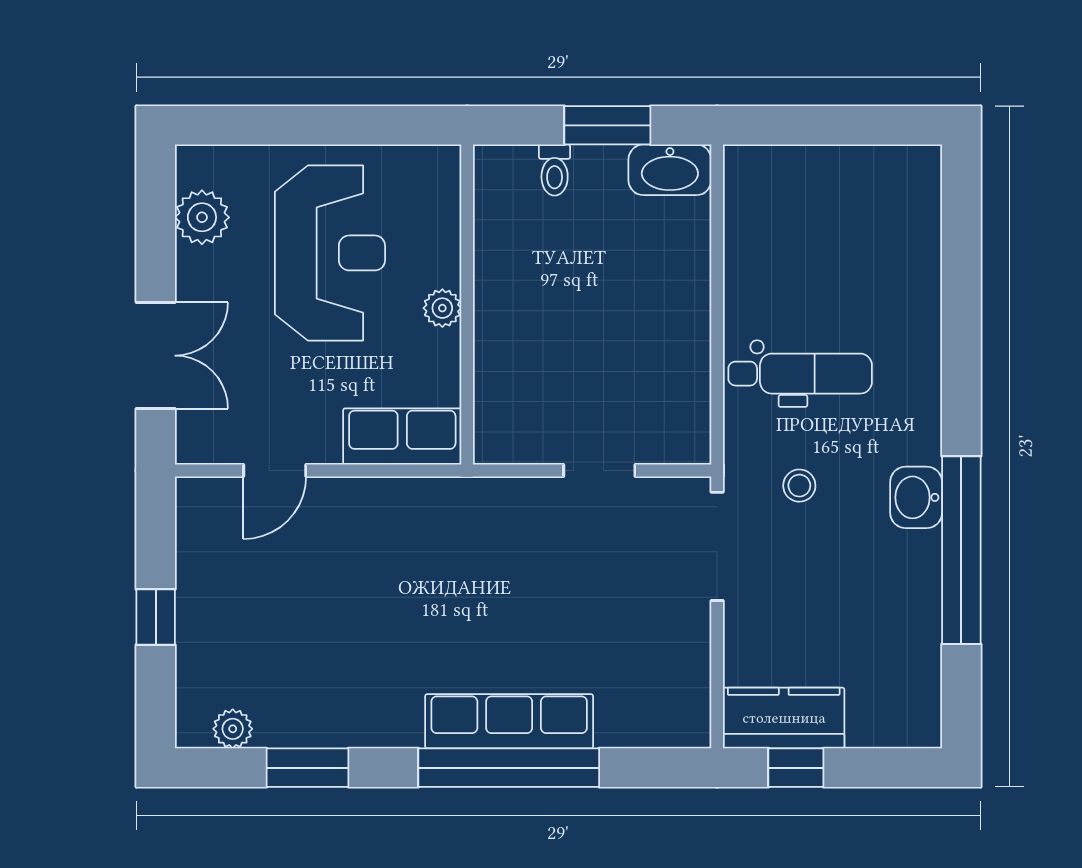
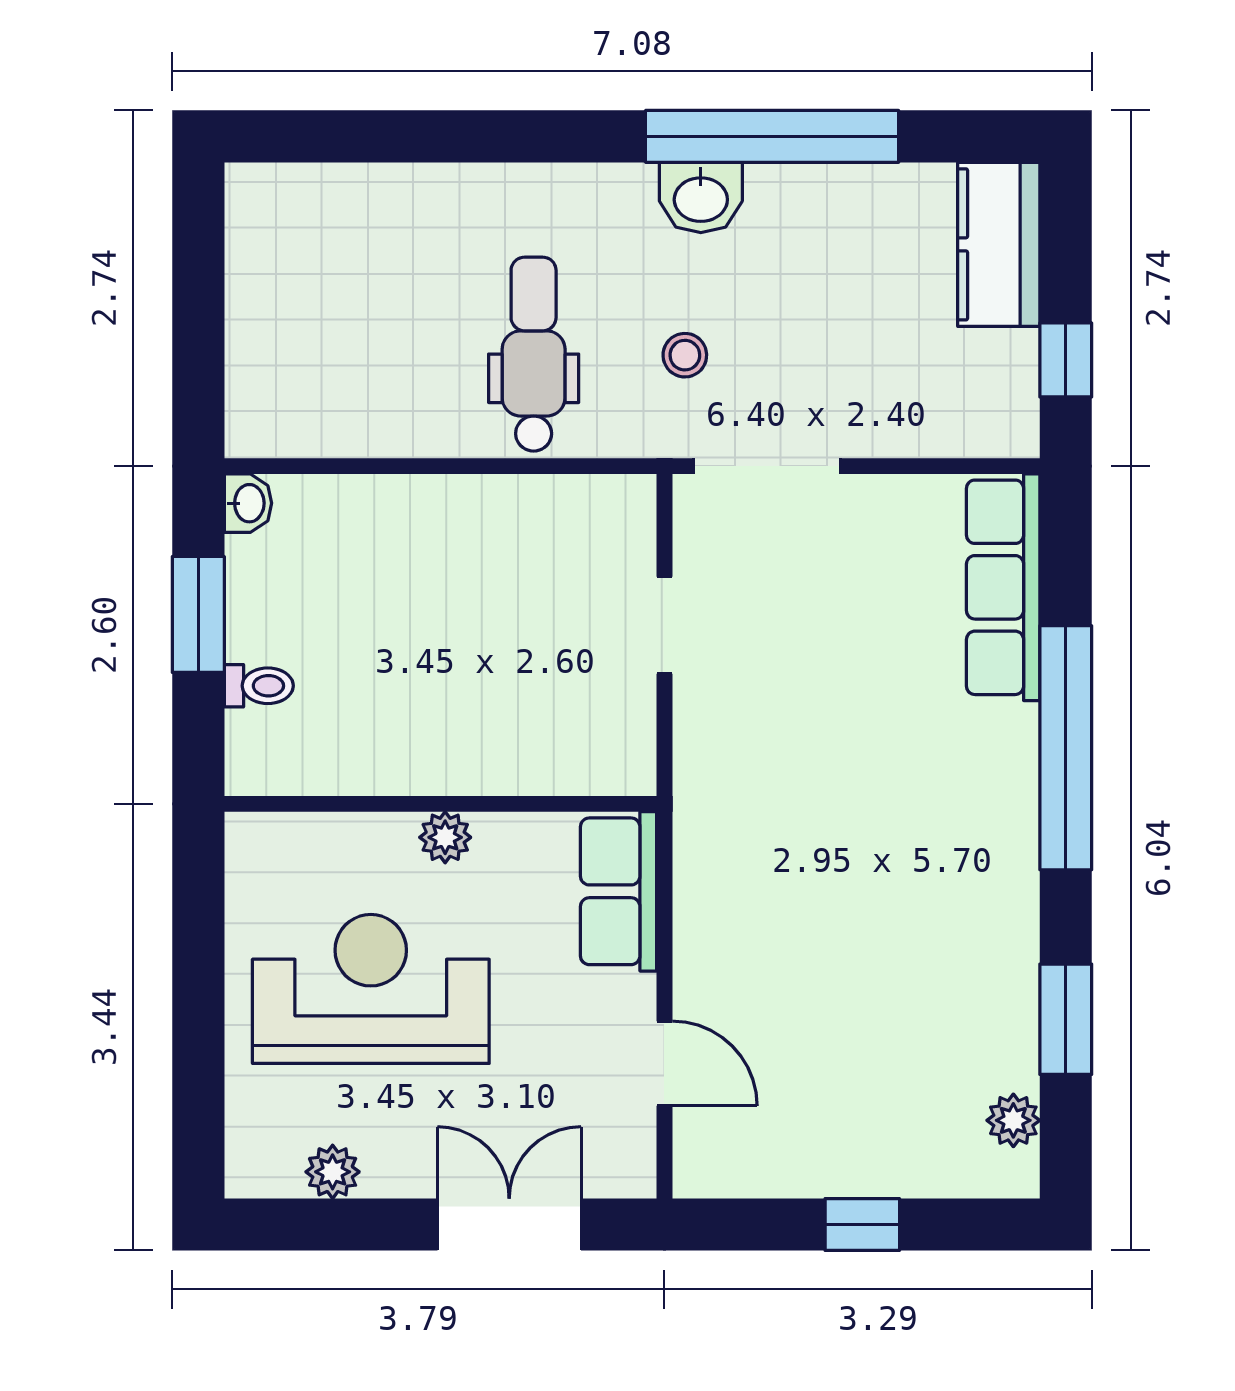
washbasin: (670, 170) -> (248, 503), width x0.52, depth x0.69
plant: (202, 217) -> (333, 1172), width x0.73, depth x0.73
kitchen counter: (784, 718) -> (999, 244), moved
row of seats: (509, 721) -> (1003, 587), moved

